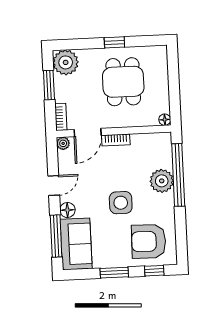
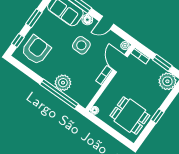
dining table: (123, 82) -> (130, 116), moved
door: (54, 186) -> (106, 23), hinge flipped
side table: (121, 203) -> (81, 45), moved

